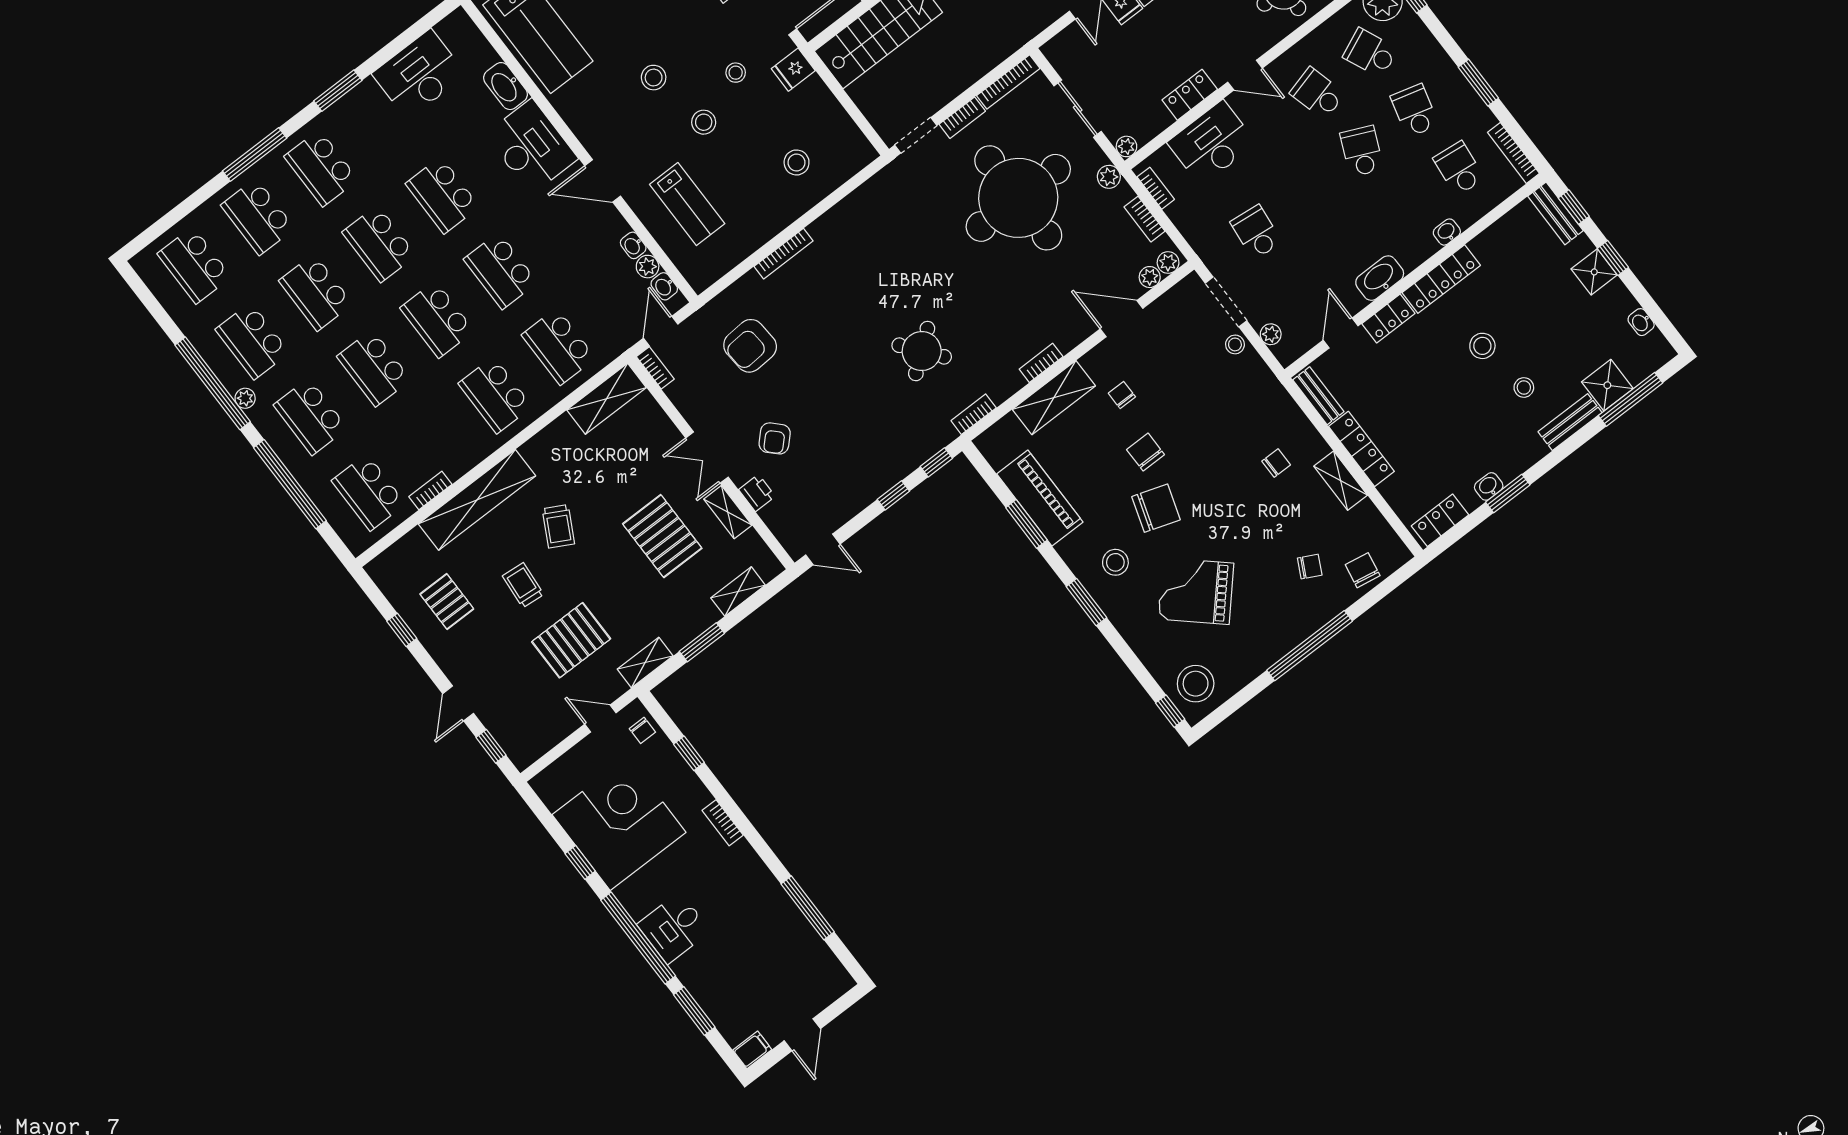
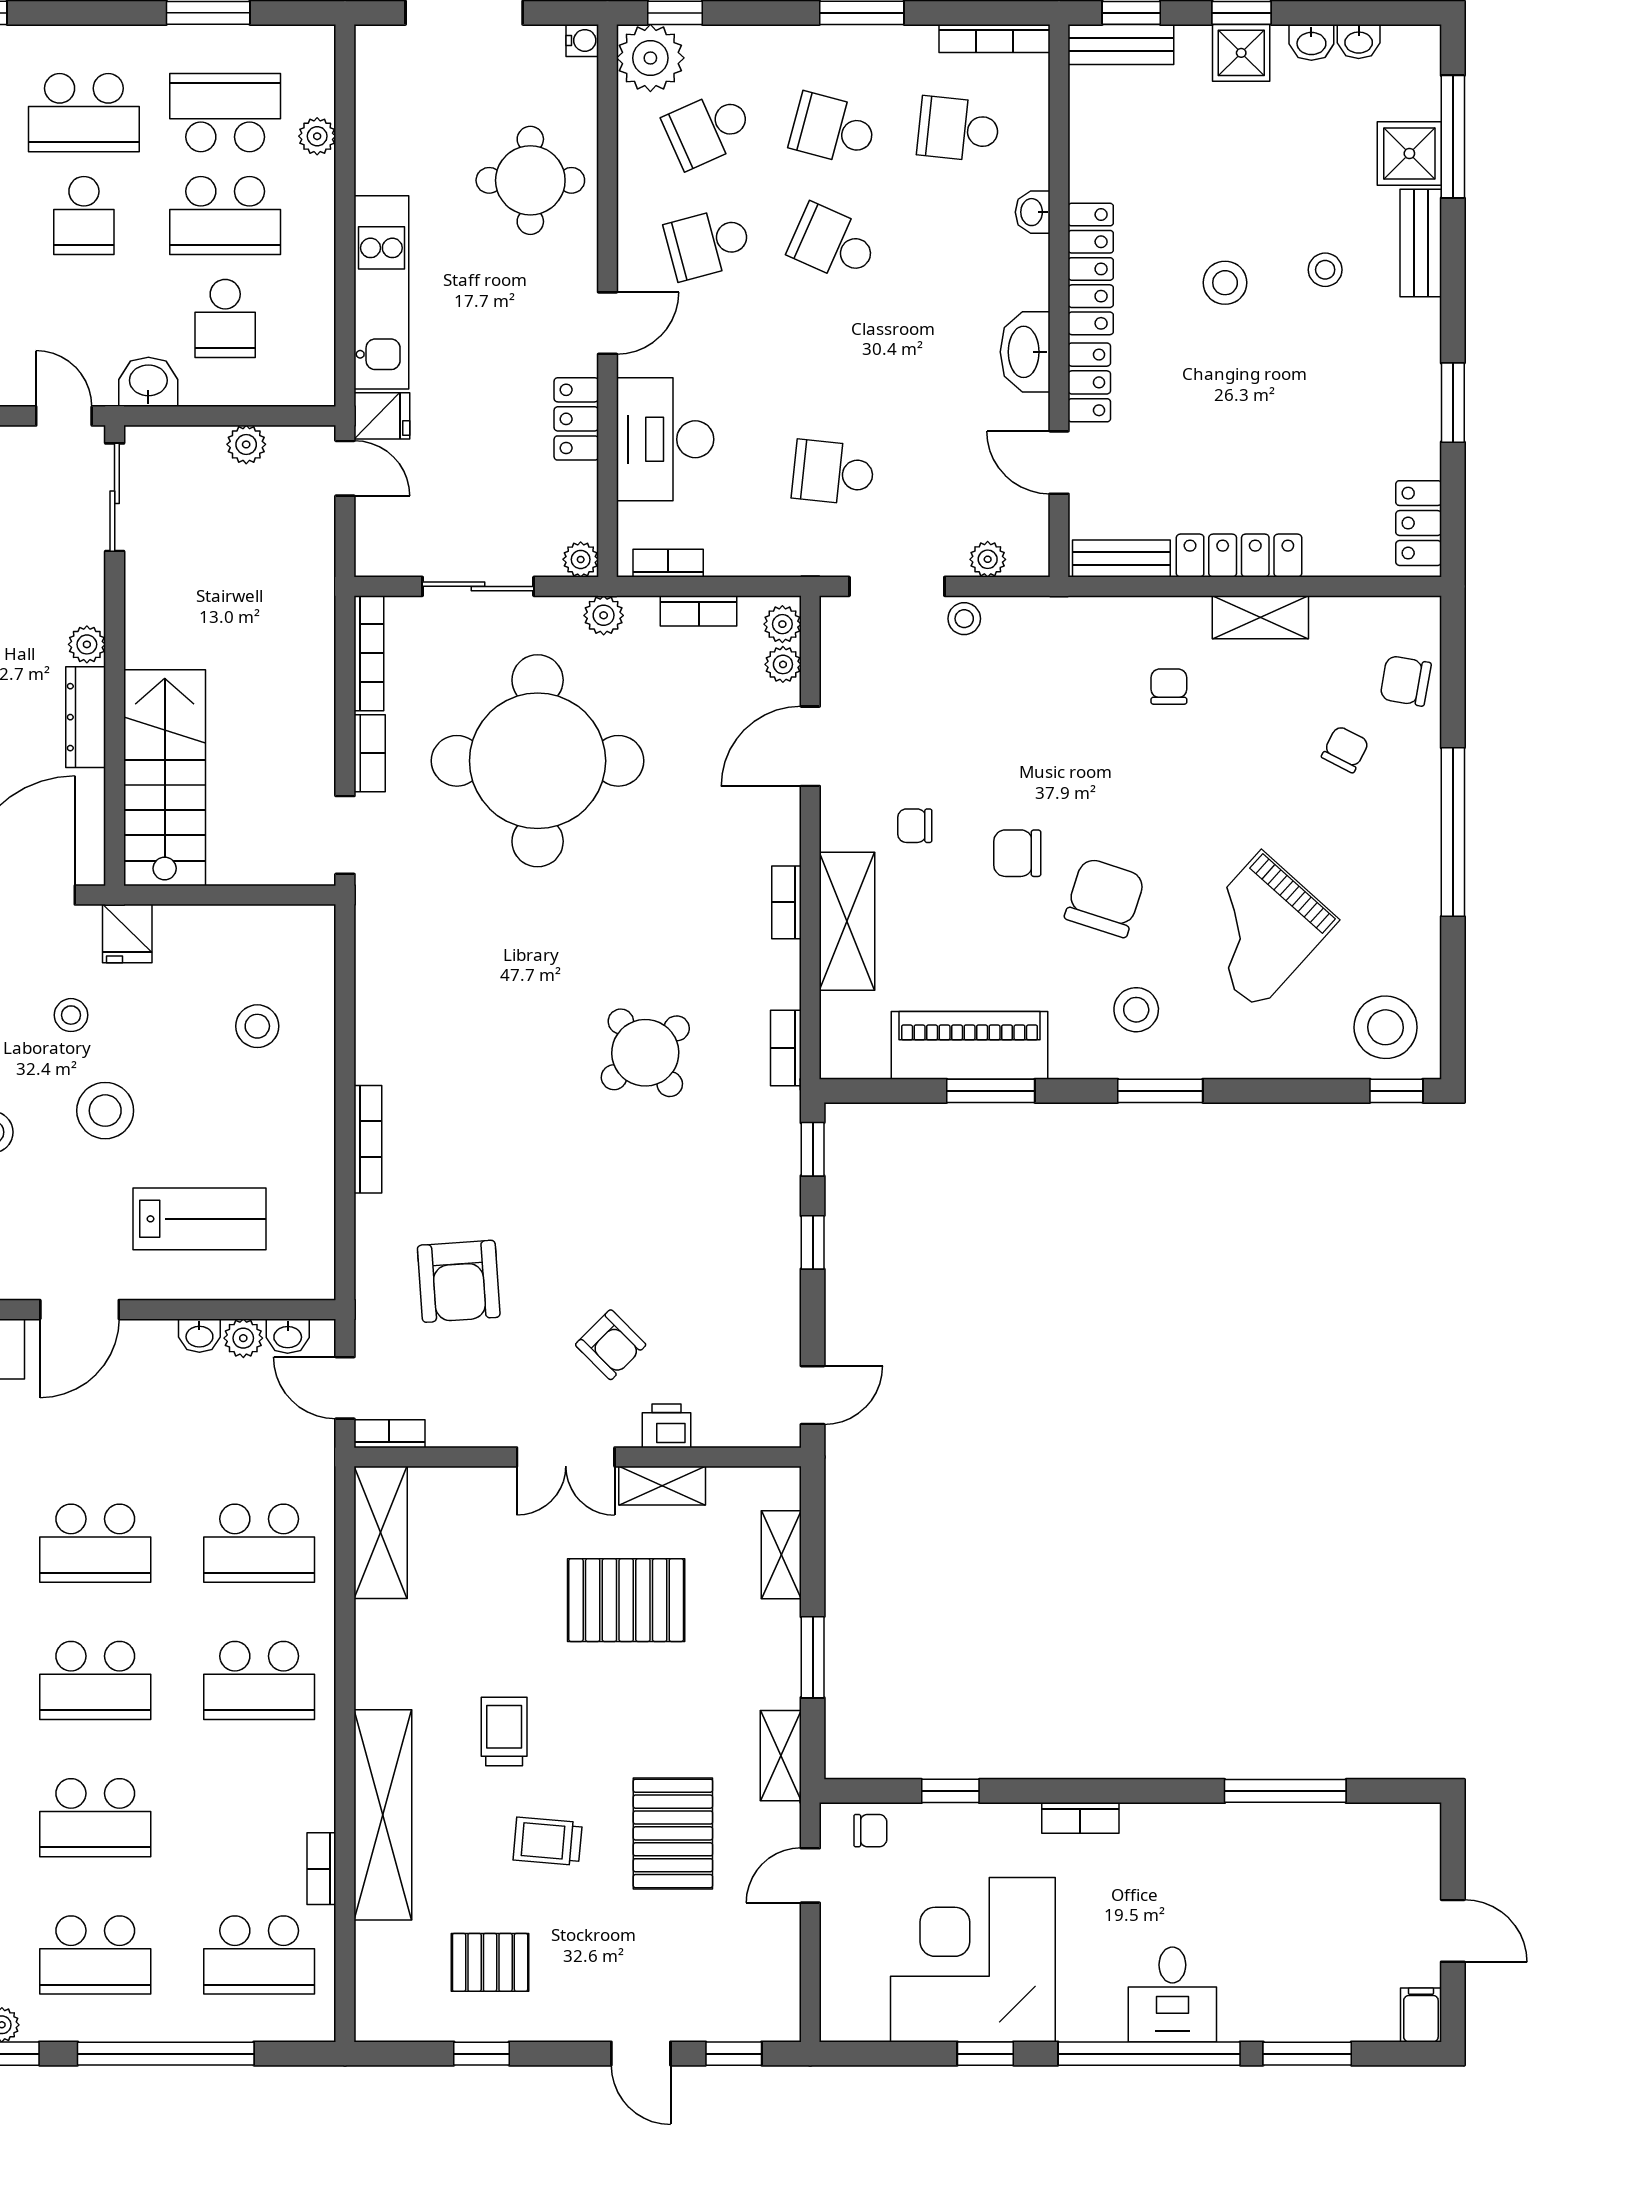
stool: (704, 122) -> (105, 1111), width x1.38, depth x1.38
washbasin: (1489, 486) -> (1311, 42), moved, turned -90
trolley: (558, 526) -> (504, 1732), turned -118

